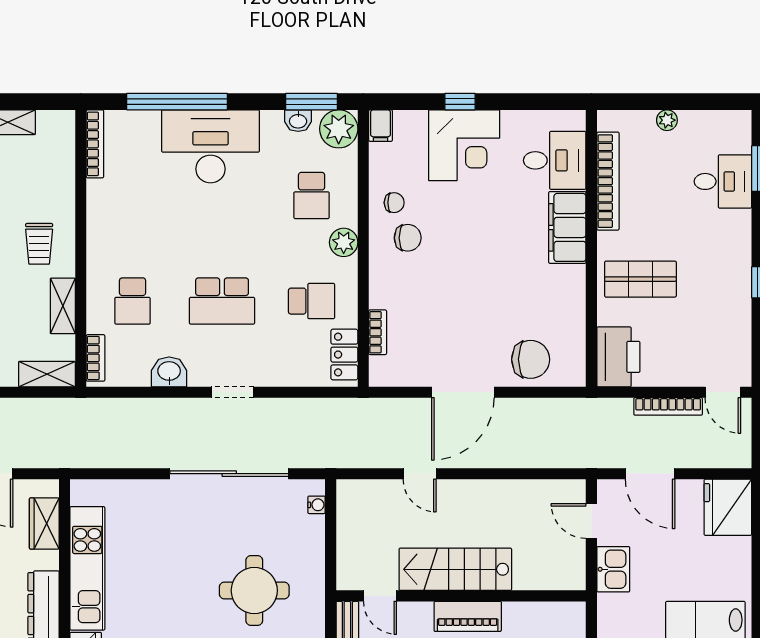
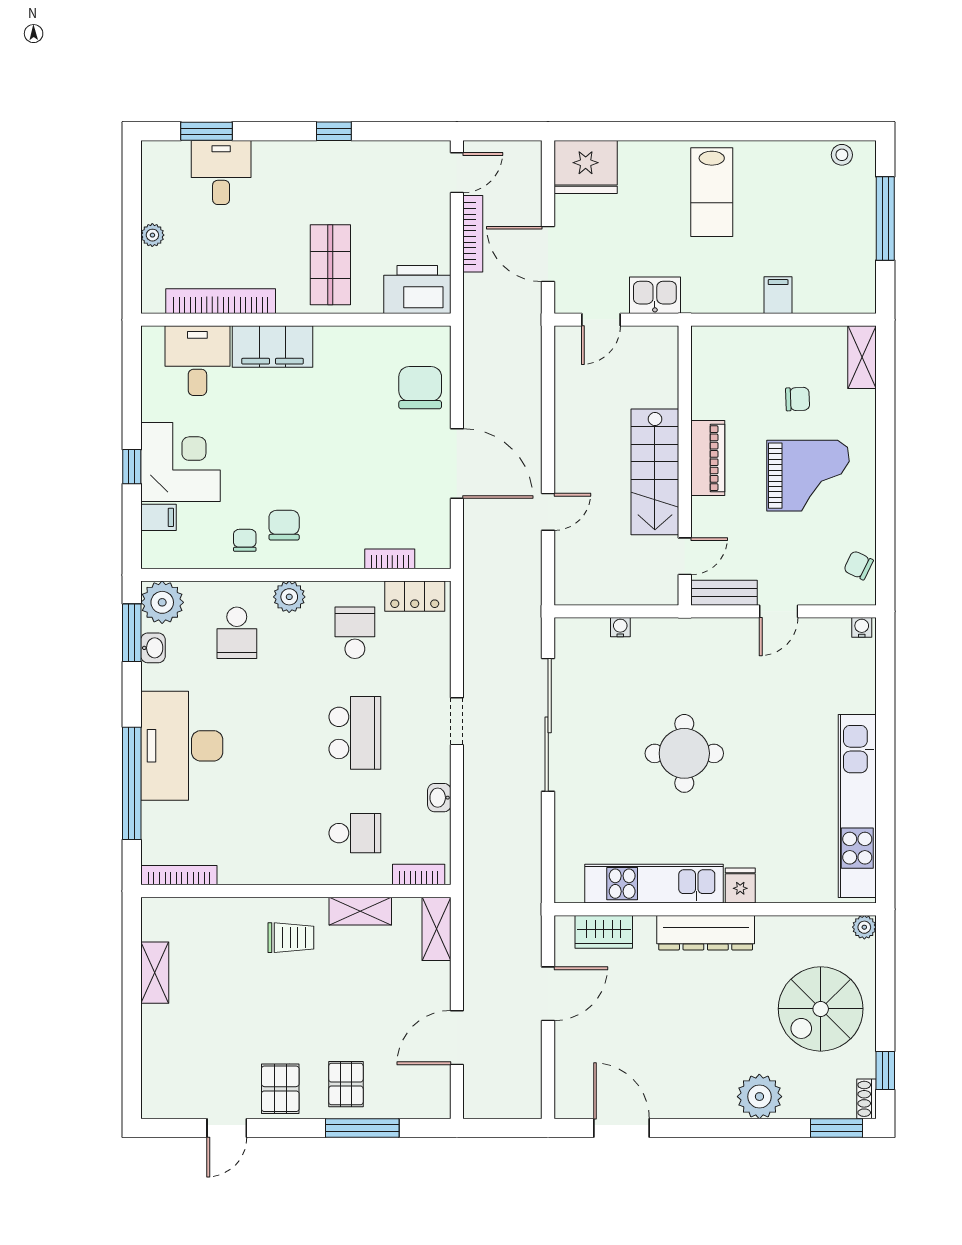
filing cabinet: (381, 126) -> (158, 517), moved
school desk: (312, 196) -> (237, 633), turned 90
washbasin: (169, 372) -> (439, 798), width x0.72, depth x0.69
door: (650, 474) -> (548, 254), swing flipped
water cooler: (317, 505) -> (620, 627), moved
round table: (254, 590) -> (684, 753), moved

